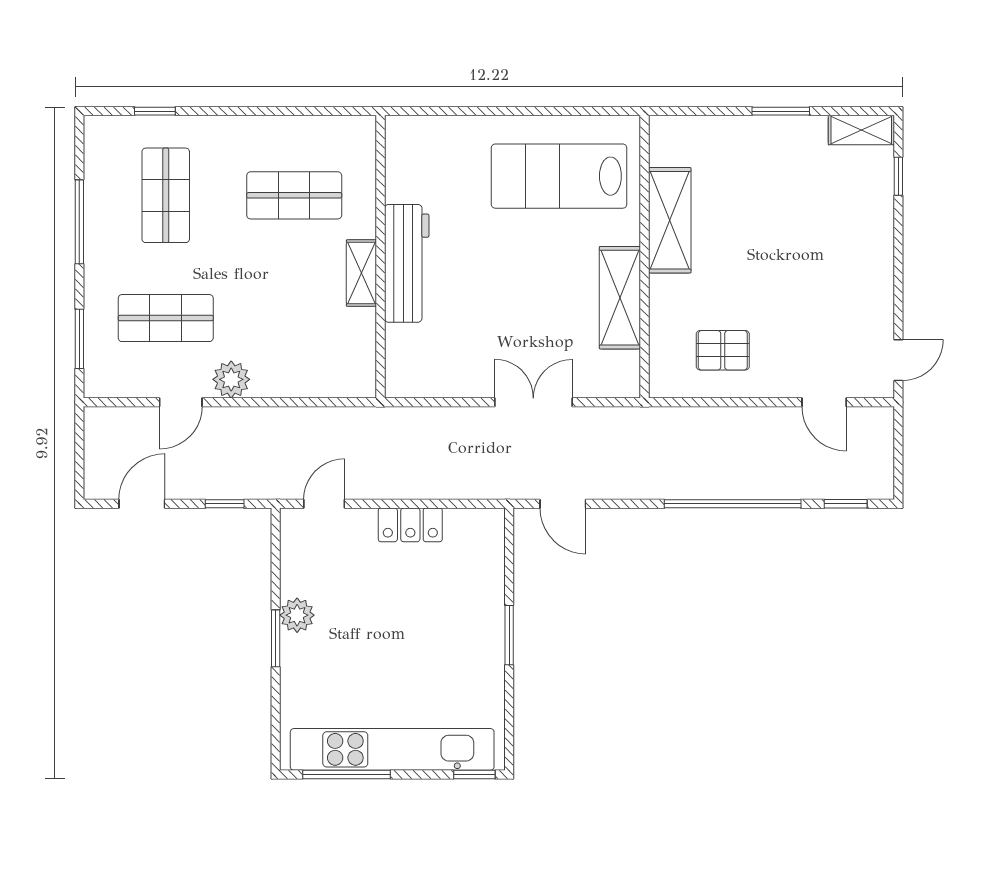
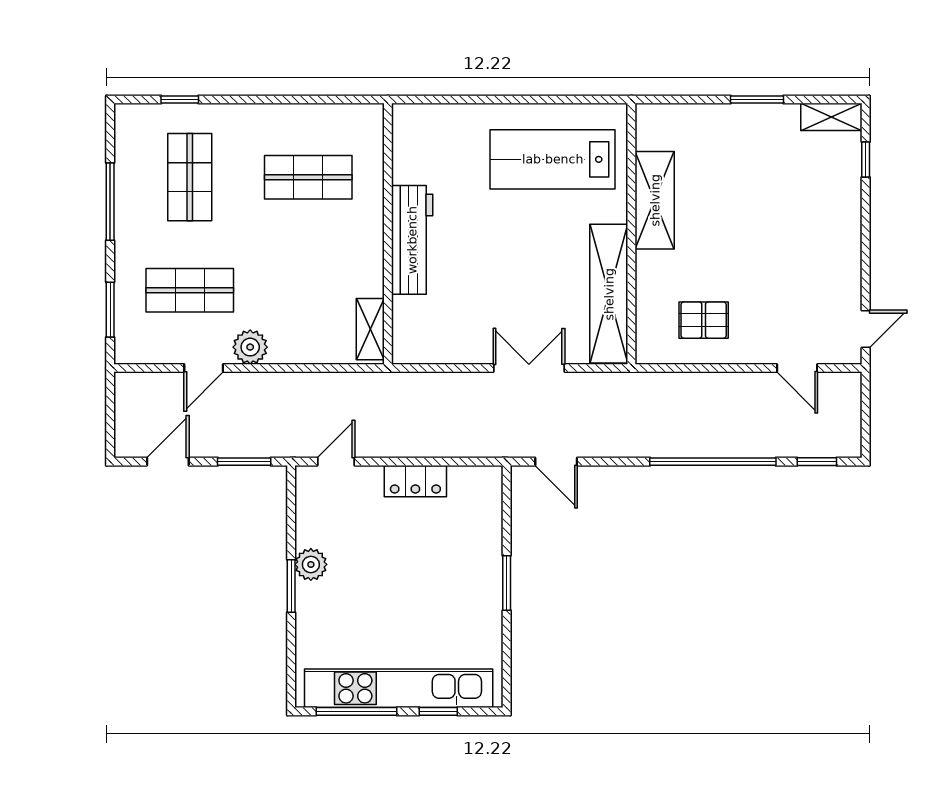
shelving: (361, 273) -> (370, 329), moved
shelving: (620, 298) -> (609, 294), width x1.47
window: (225, 504) -> (244, 462), width x1.50
window: (474, 774) -> (438, 711), moved

